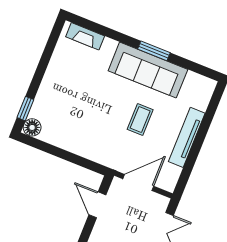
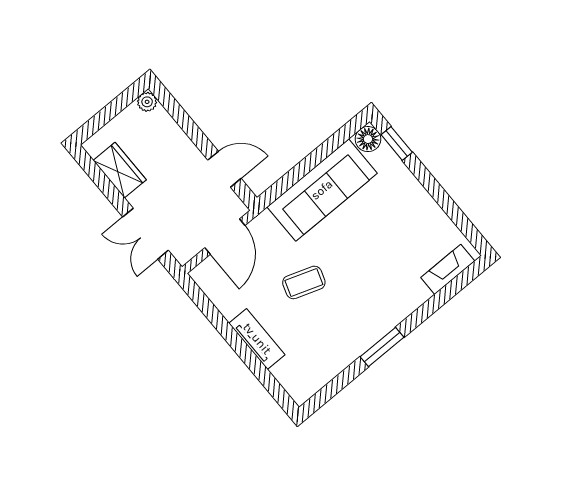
sofa: (148, 70) -> (322, 190), moved, turned 180
coffee table: (140, 119) -> (304, 282), turned -71
tv unit: (187, 137) -> (257, 339), width x0.71

